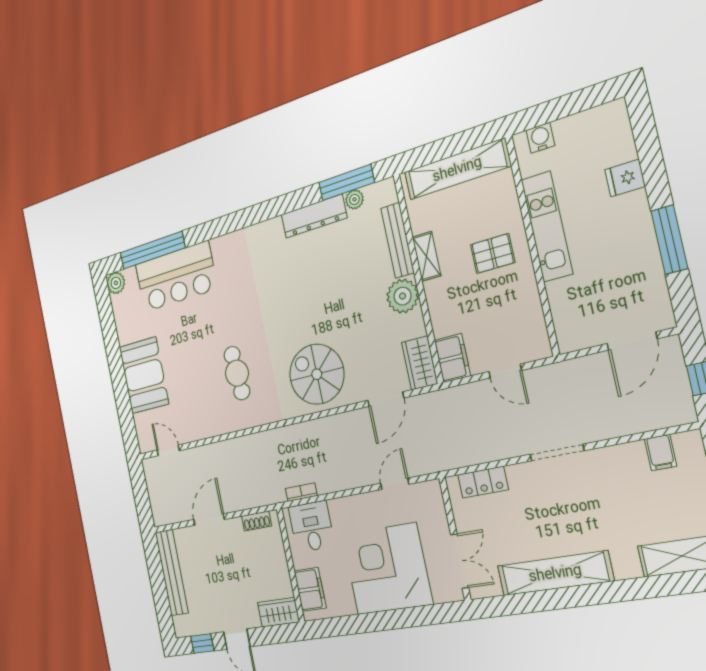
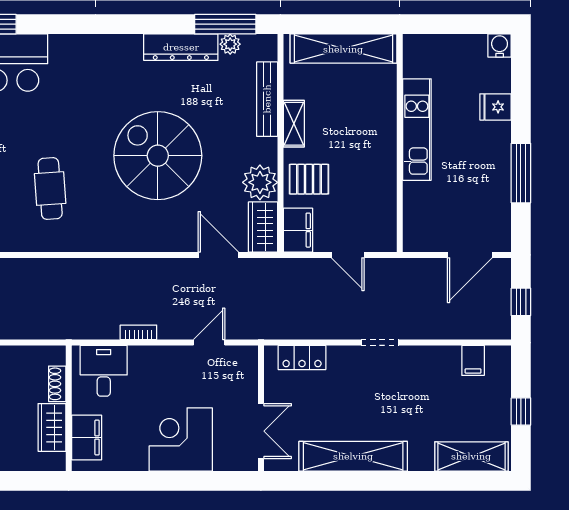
water cooler: (540, 138) -> (500, 46), moved
pallet: (493, 254) -> (309, 179), moved
plant: (403, 296) -> (260, 182), moved
spiral stairs: (317, 374) -> (158, 156), moved, width x1.37, depth x1.37
door: (386, 399) -> (218, 255), swing flipped
doorway: (557, 453) -> (380, 343), width x0.73
bookcase: (301, 492) -> (138, 332), moved
shoe rack: (257, 521) -> (57, 384), moved, turned 90
corner desk: (387, 569) -> (181, 439), width x0.74, depth x0.74
wardrobe: (278, 612) -> (52, 427), moved, turned -90

